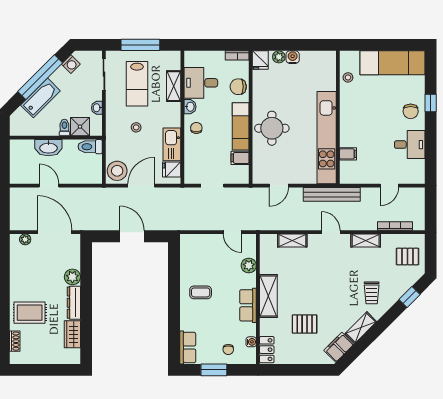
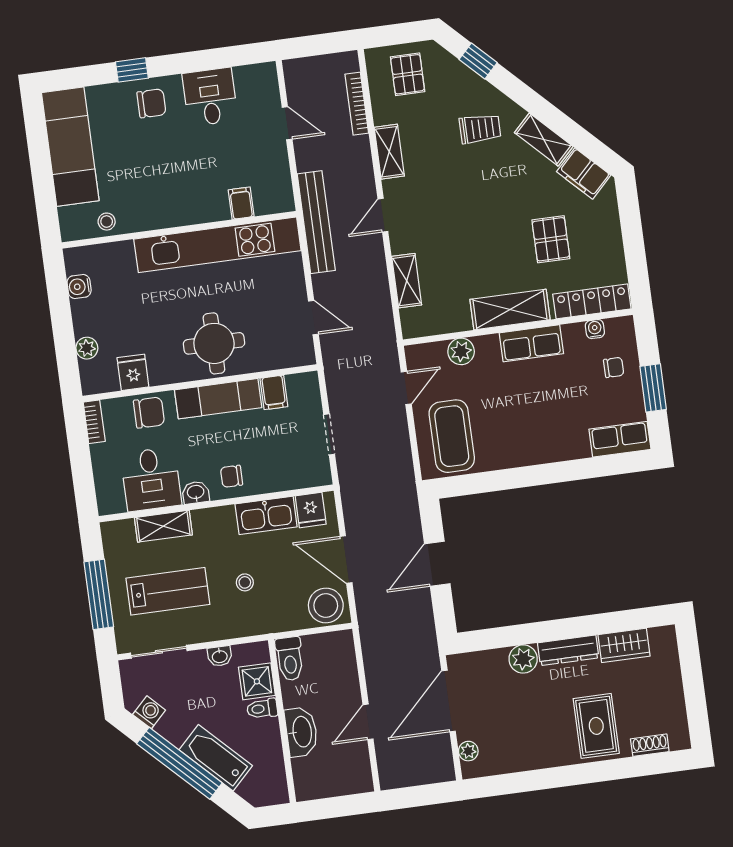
water cooler: (293, 57) -> (79, 286), moved
fridge: (260, 60) -> (133, 372), moved, turned -90
chair: (238, 87) -> (149, 413), turned -90
coffee table: (201, 292) -> (452, 436), moved, width x1.86, depth x1.72
locker: (267, 350) -> (592, 301), width x1.53

